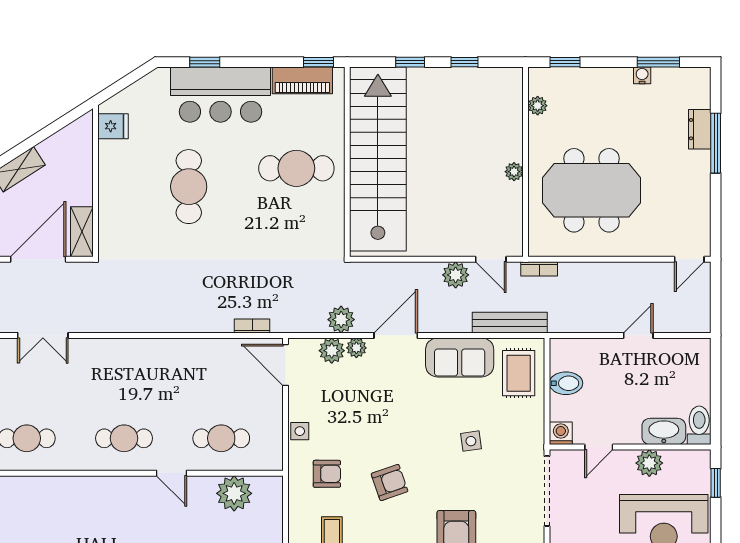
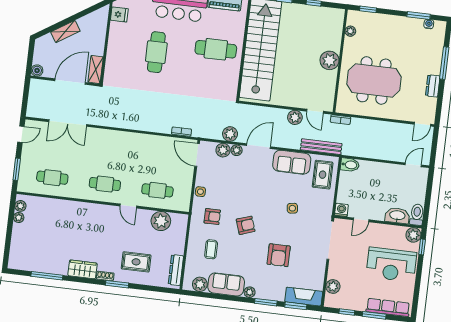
water cooler: (642, 75) -> (429, 24), moved
dresser: (700, 129) -> (433, 86), moved
plant: (514, 172) -> (329, 60), width x1.87, depth x1.87
double door: (43, 335) -> (68, 123), width x1.37
door: (638, 335) -> (413, 165), moved
bidet: (566, 383) -> (350, 165), moved
plant: (649, 463) -> (413, 235), moved

